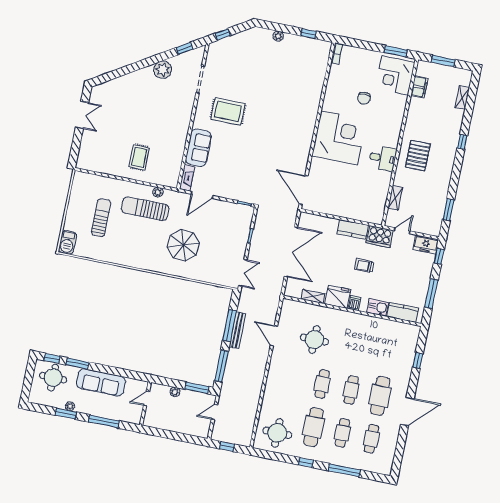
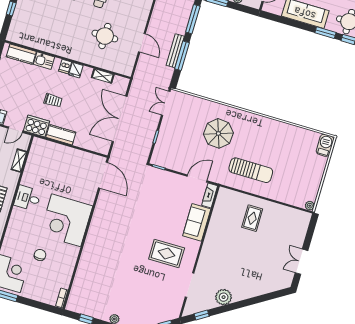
plant: (158, 192) -> (310, 206), moved
sun lounger: (101, 218) -> (292, 165), removed
fridge: (338, 297) -> (76, 70), width x0.53, depth x0.75

